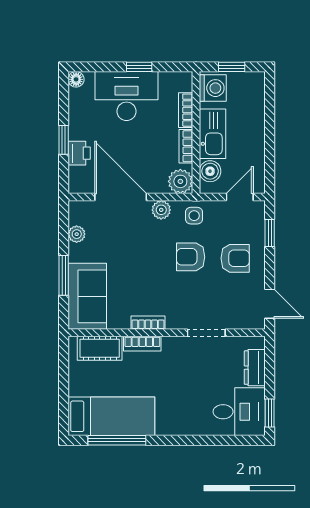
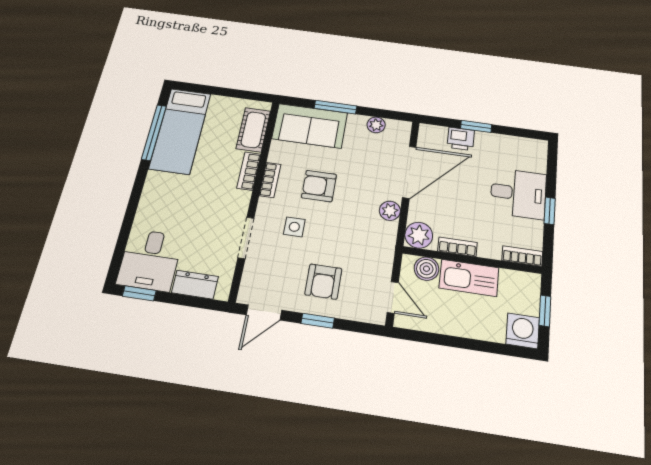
floor lamp: (76, 79) -> (539, 147), removed
washing machine: (213, 88) -> (523, 331), moved, turned 180
desk: (126, 96) -> (518, 193), width x0.73
bookcase: (186, 110) -> (522, 256), moved
side table: (194, 216) -> (294, 227), moved
window: (270, 233) -> (318, 321), moved
armchair: (191, 257) -> (319, 186), moved, turned -90

